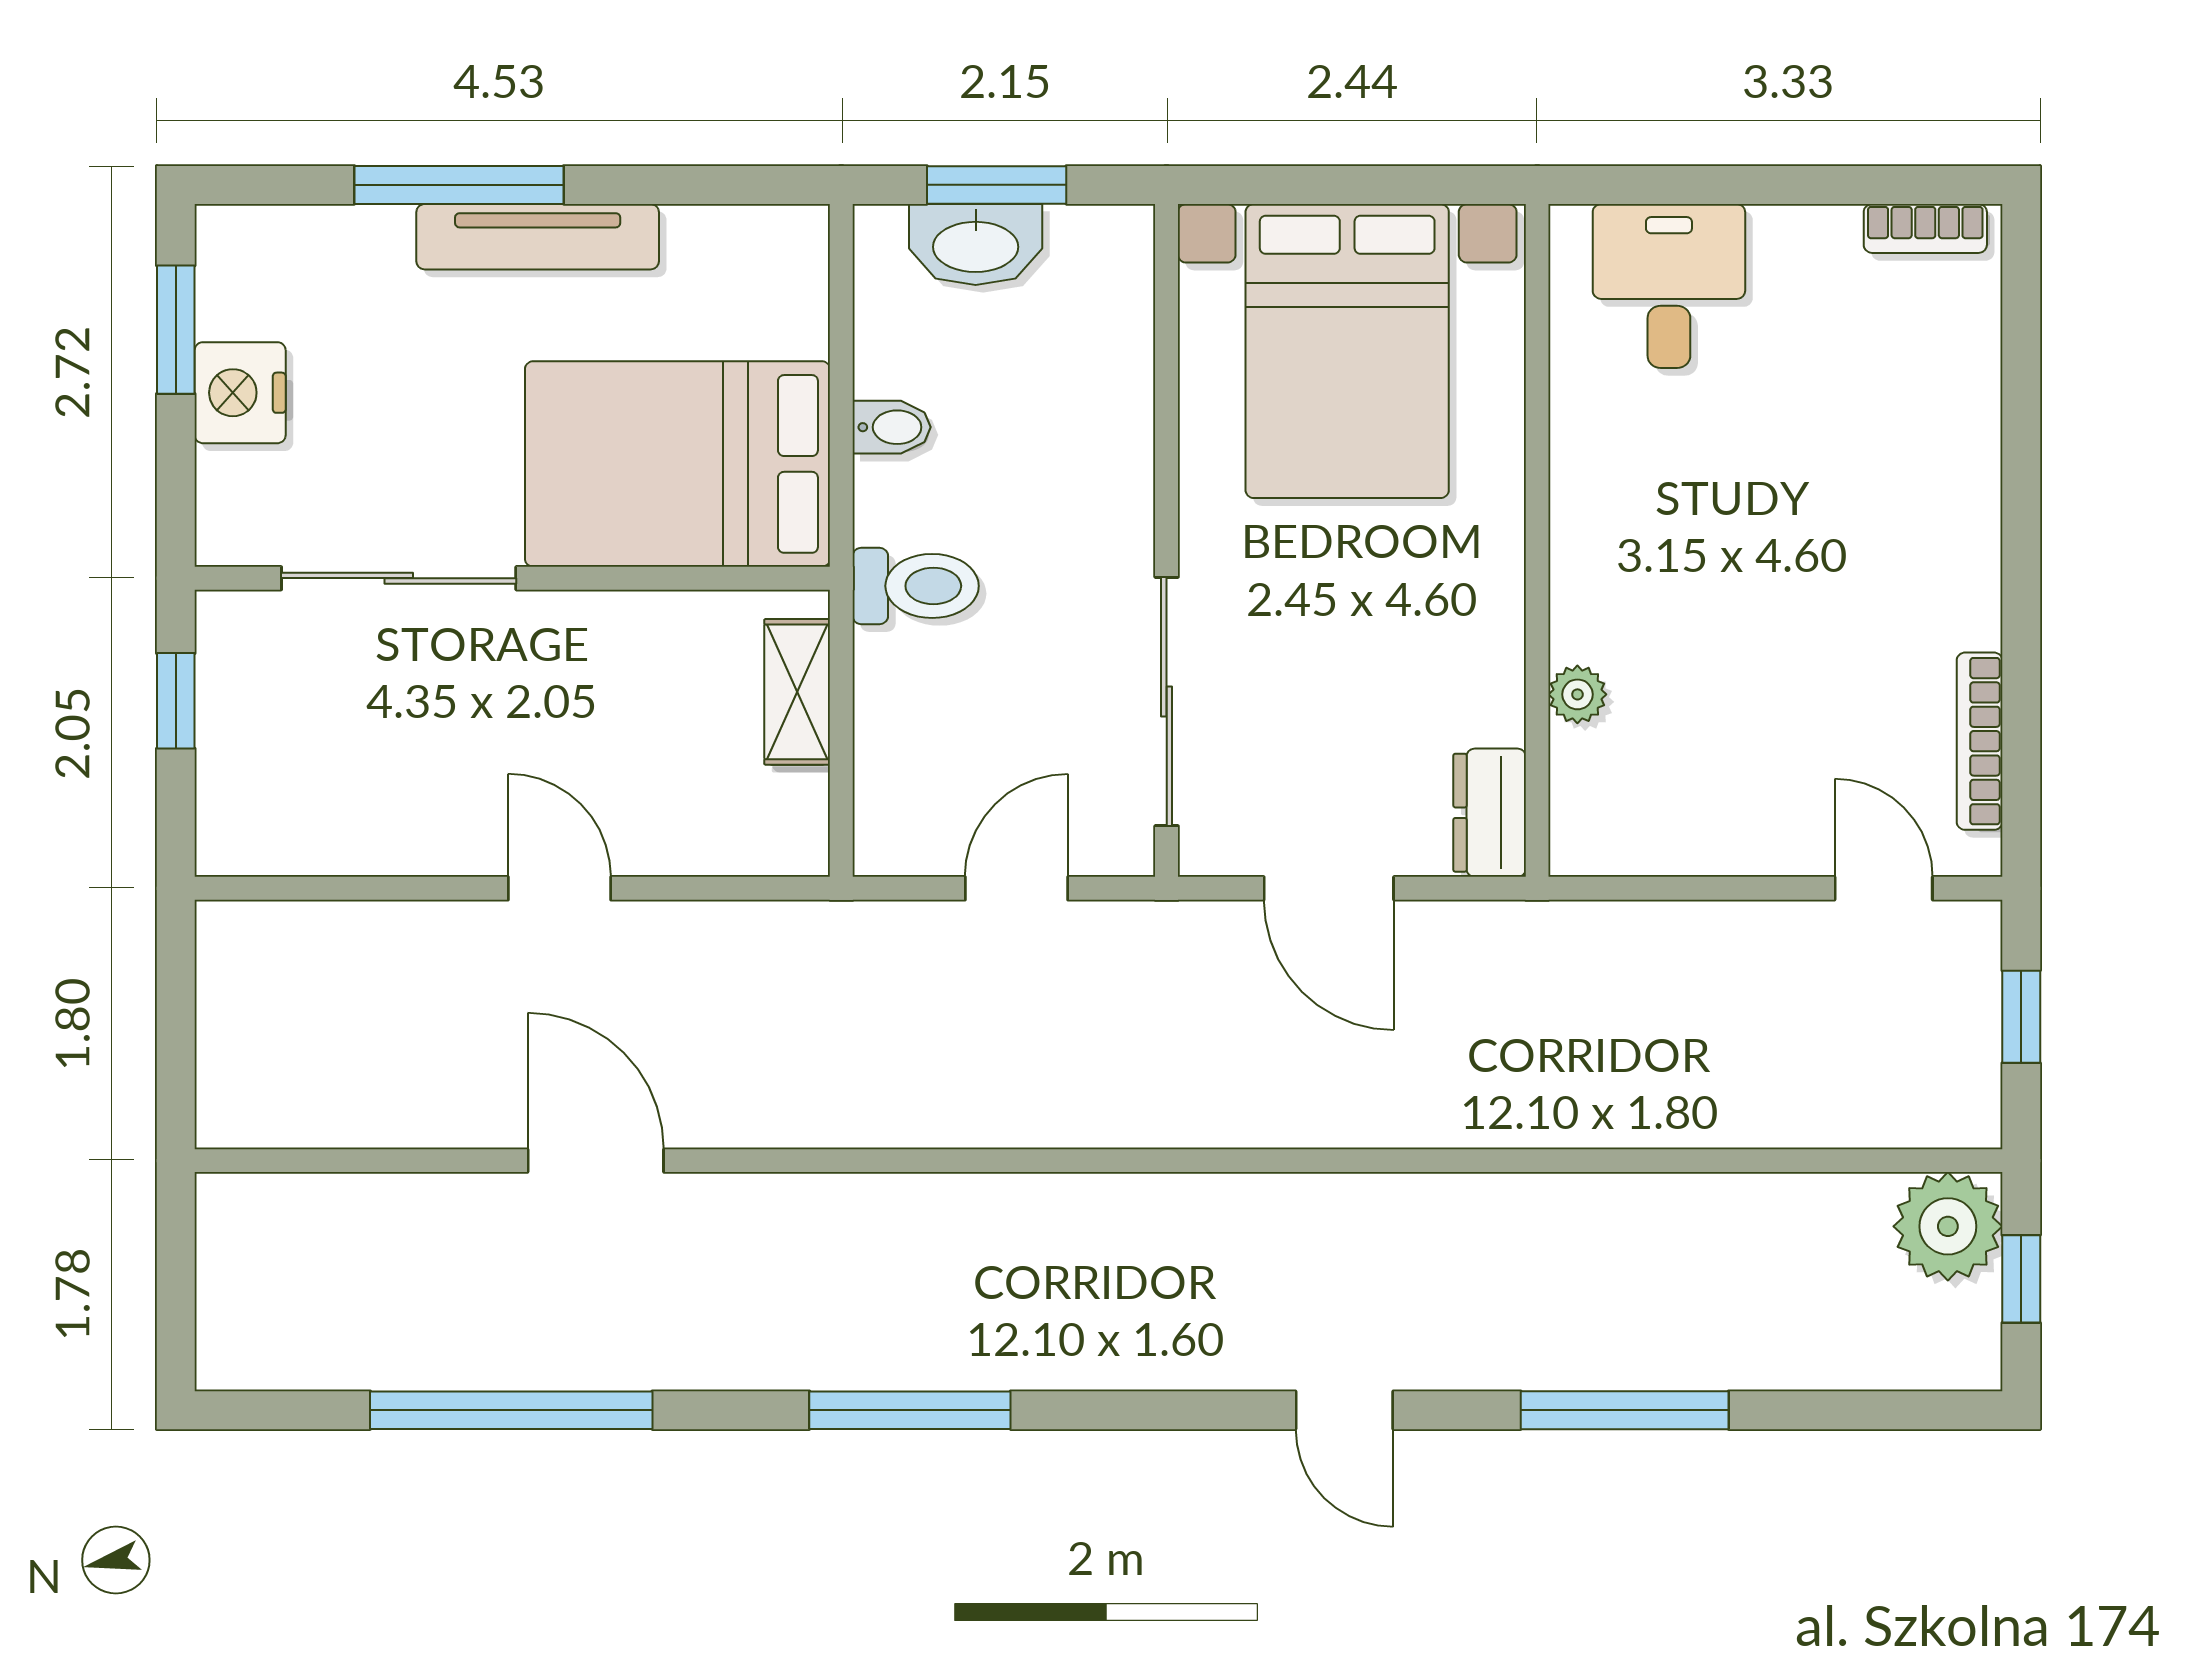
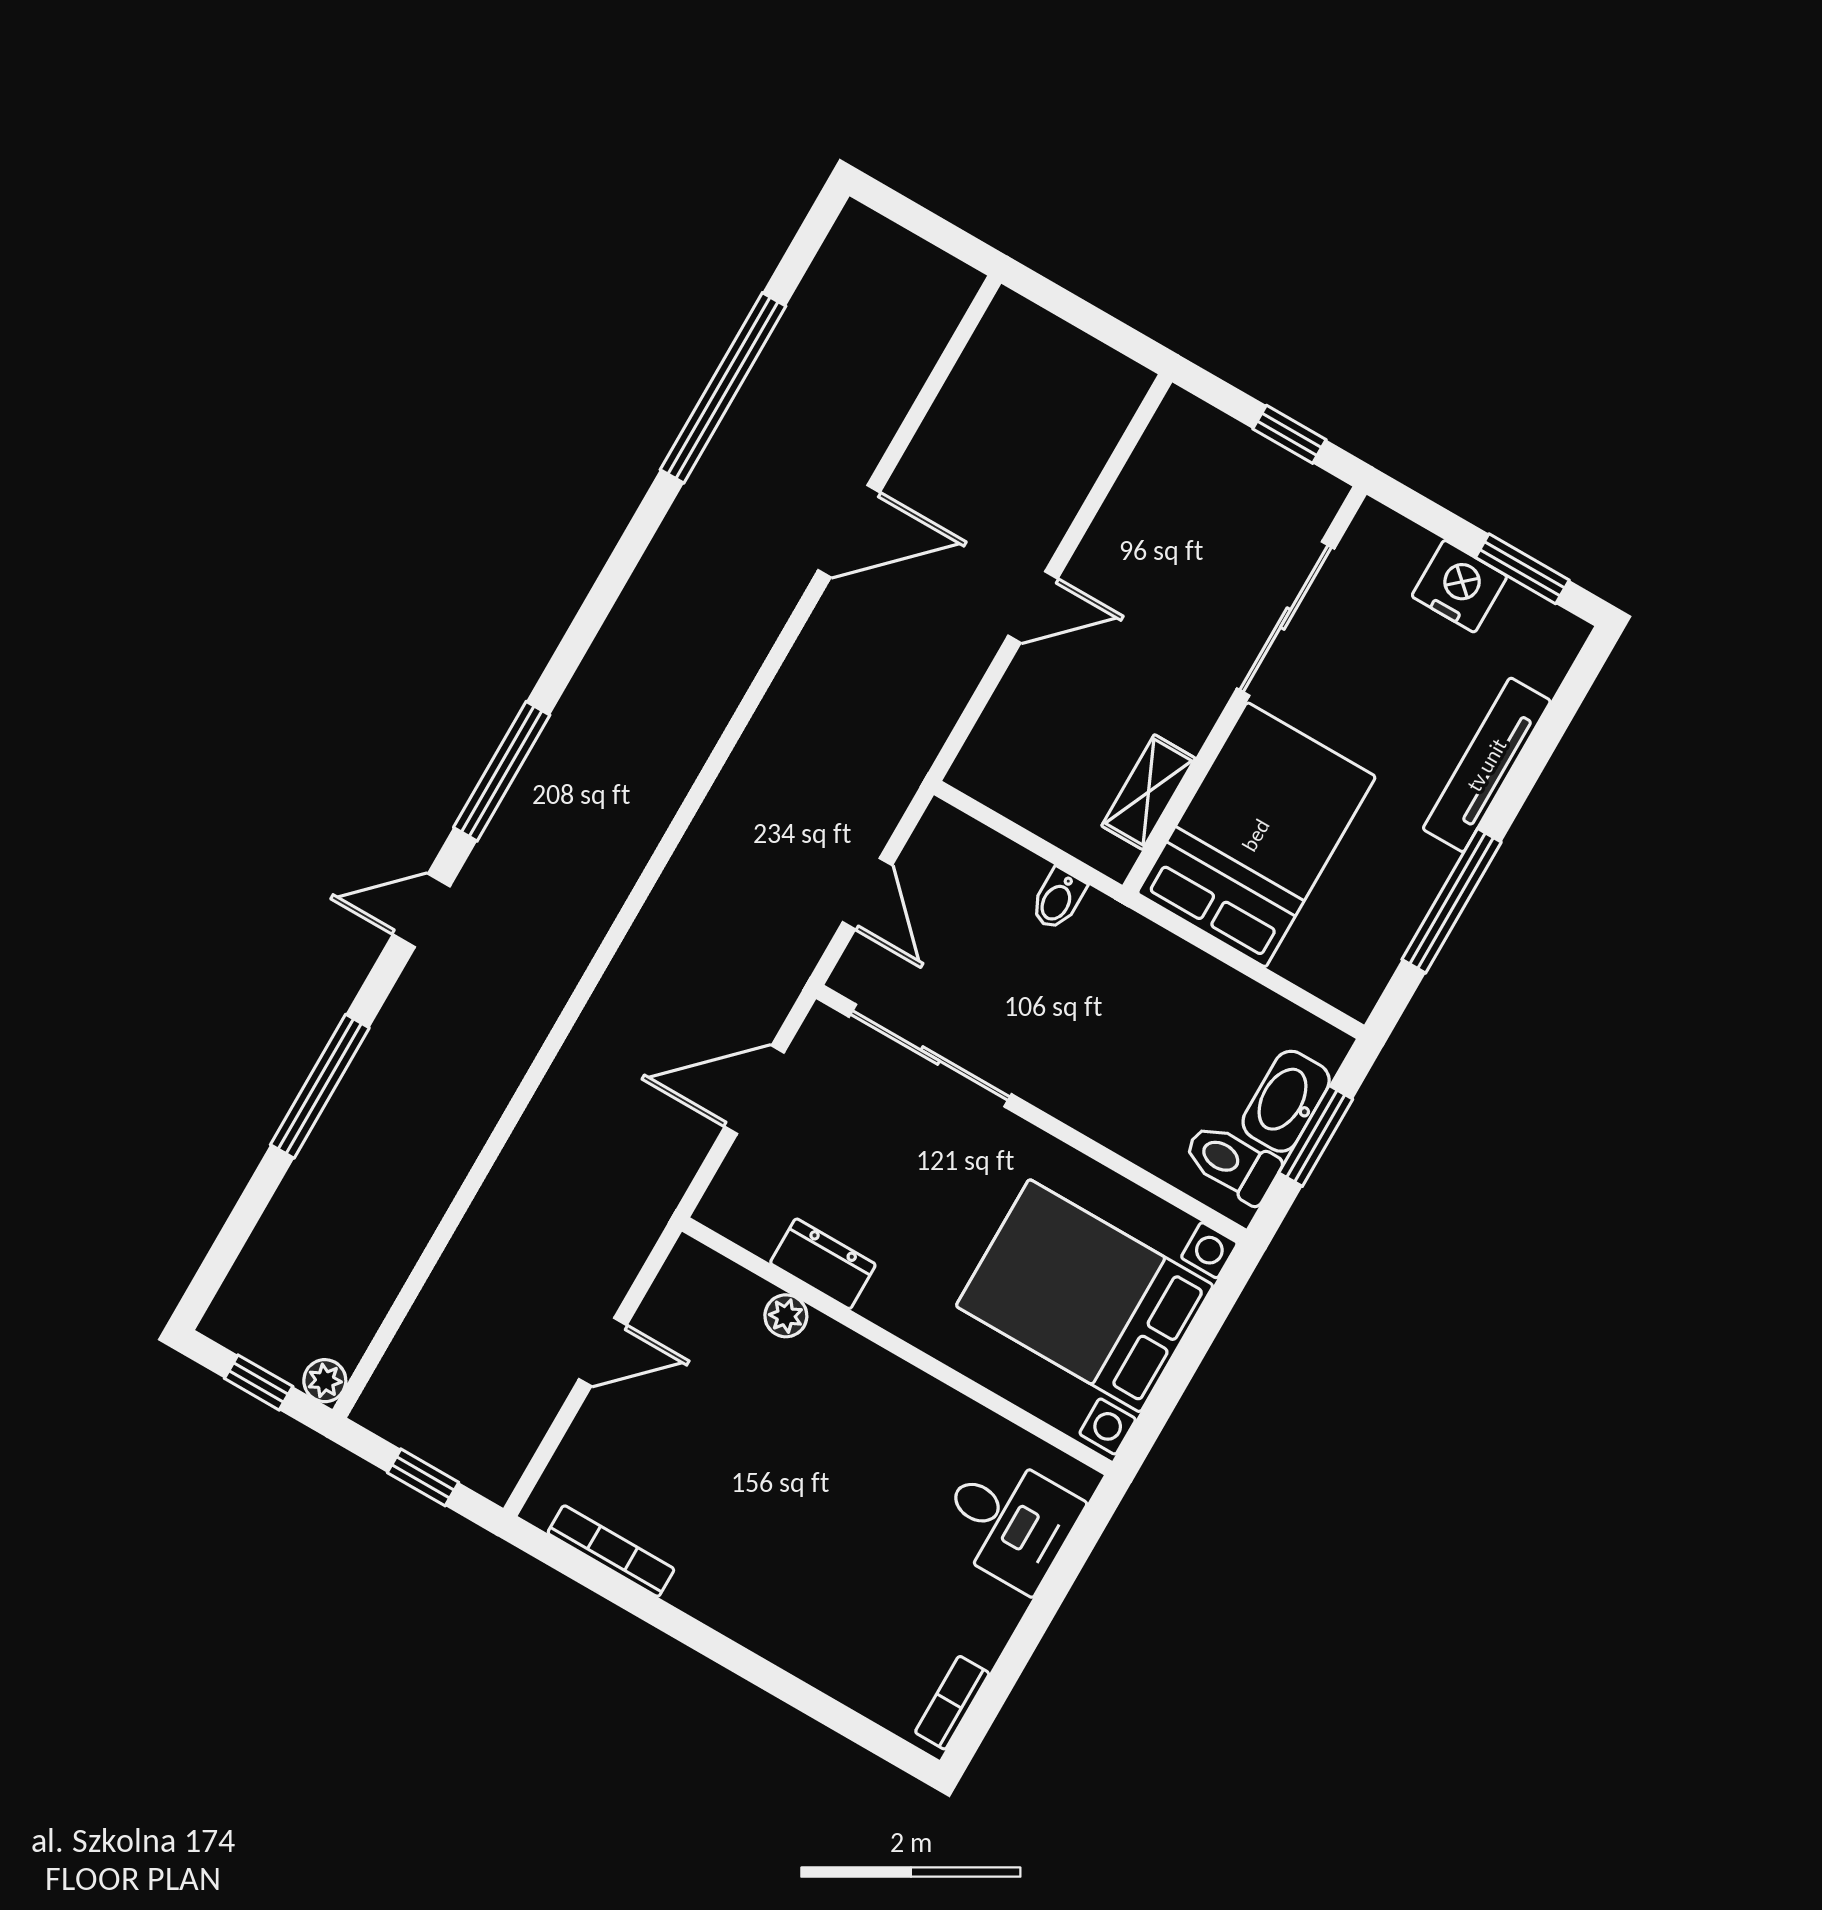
window: (459, 185) -> (1452, 901), moved
tv unit: (538, 237) -> (1487, 765), moved
bidet: (892, 427) -> (1058, 899), moved
toilet: (916, 586) -> (1232, 1163), moved, turned 90
shelving: (797, 692) -> (1148, 792), moved, turned 90
dresser: (1490, 813) -> (823, 1264), moved
door: (1884, 888) -> (603, 1352), moved
plant: (1948, 1226) -> (325, 1381), width x0.53, depth x0.53
window: (910, 1410) -> (502, 771), moved

